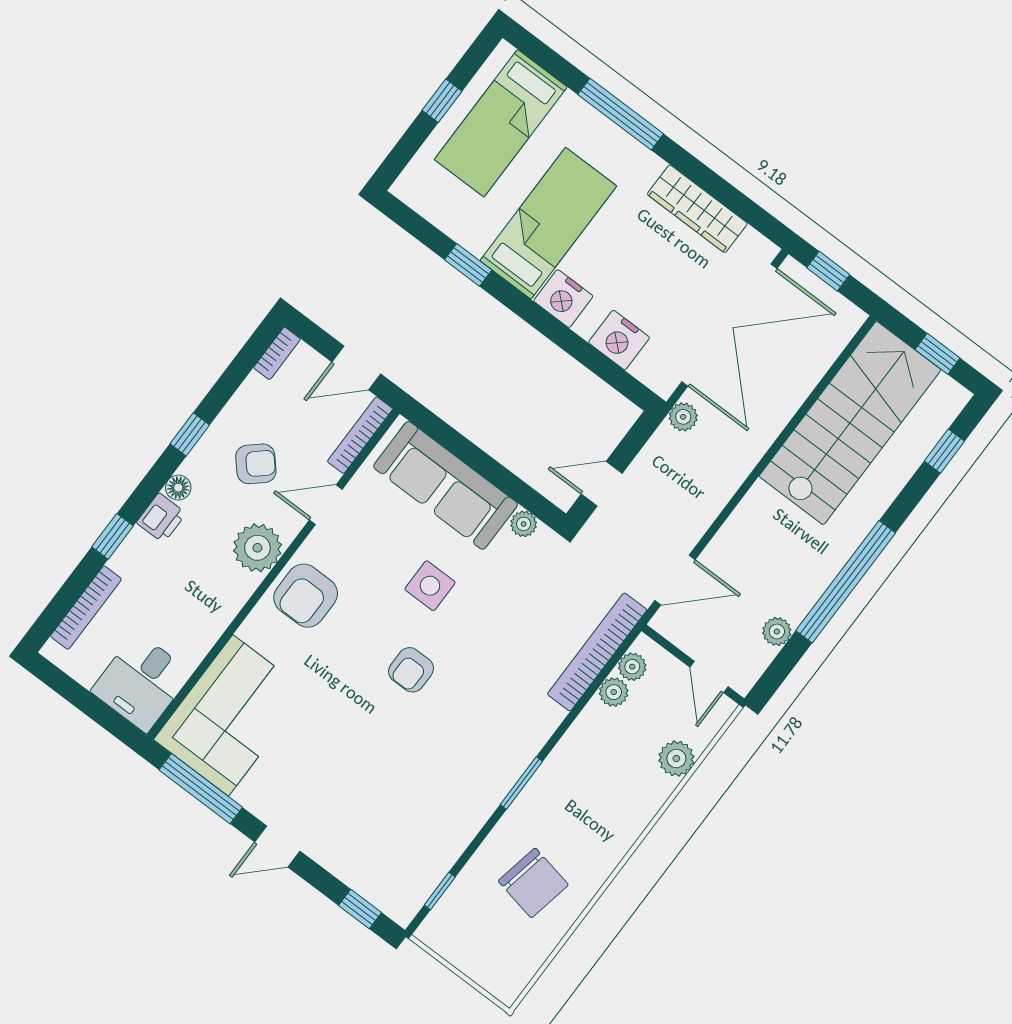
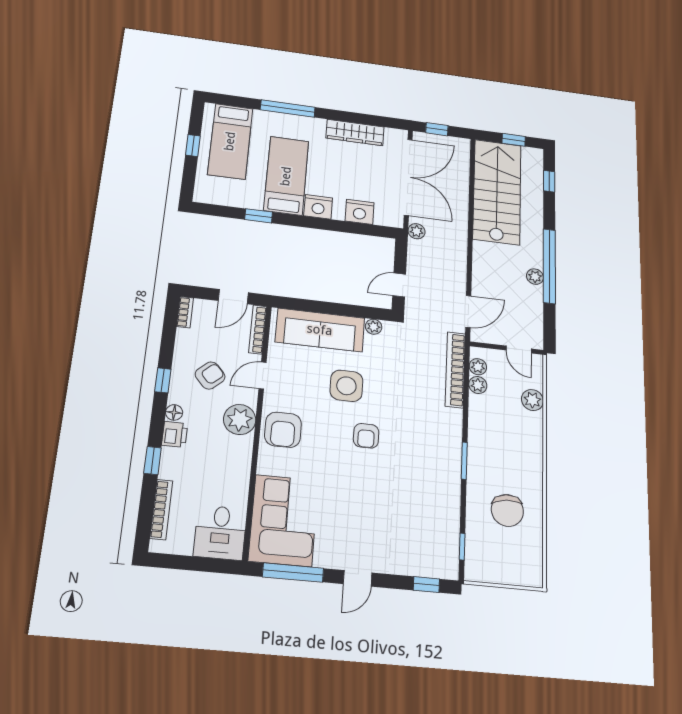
side table: (430, 586) -> (346, 386), width x1.37, depth x1.37
plant: (777, 631) -> (535, 277), moved
chair: (533, 883) -> (507, 510), turned 74

